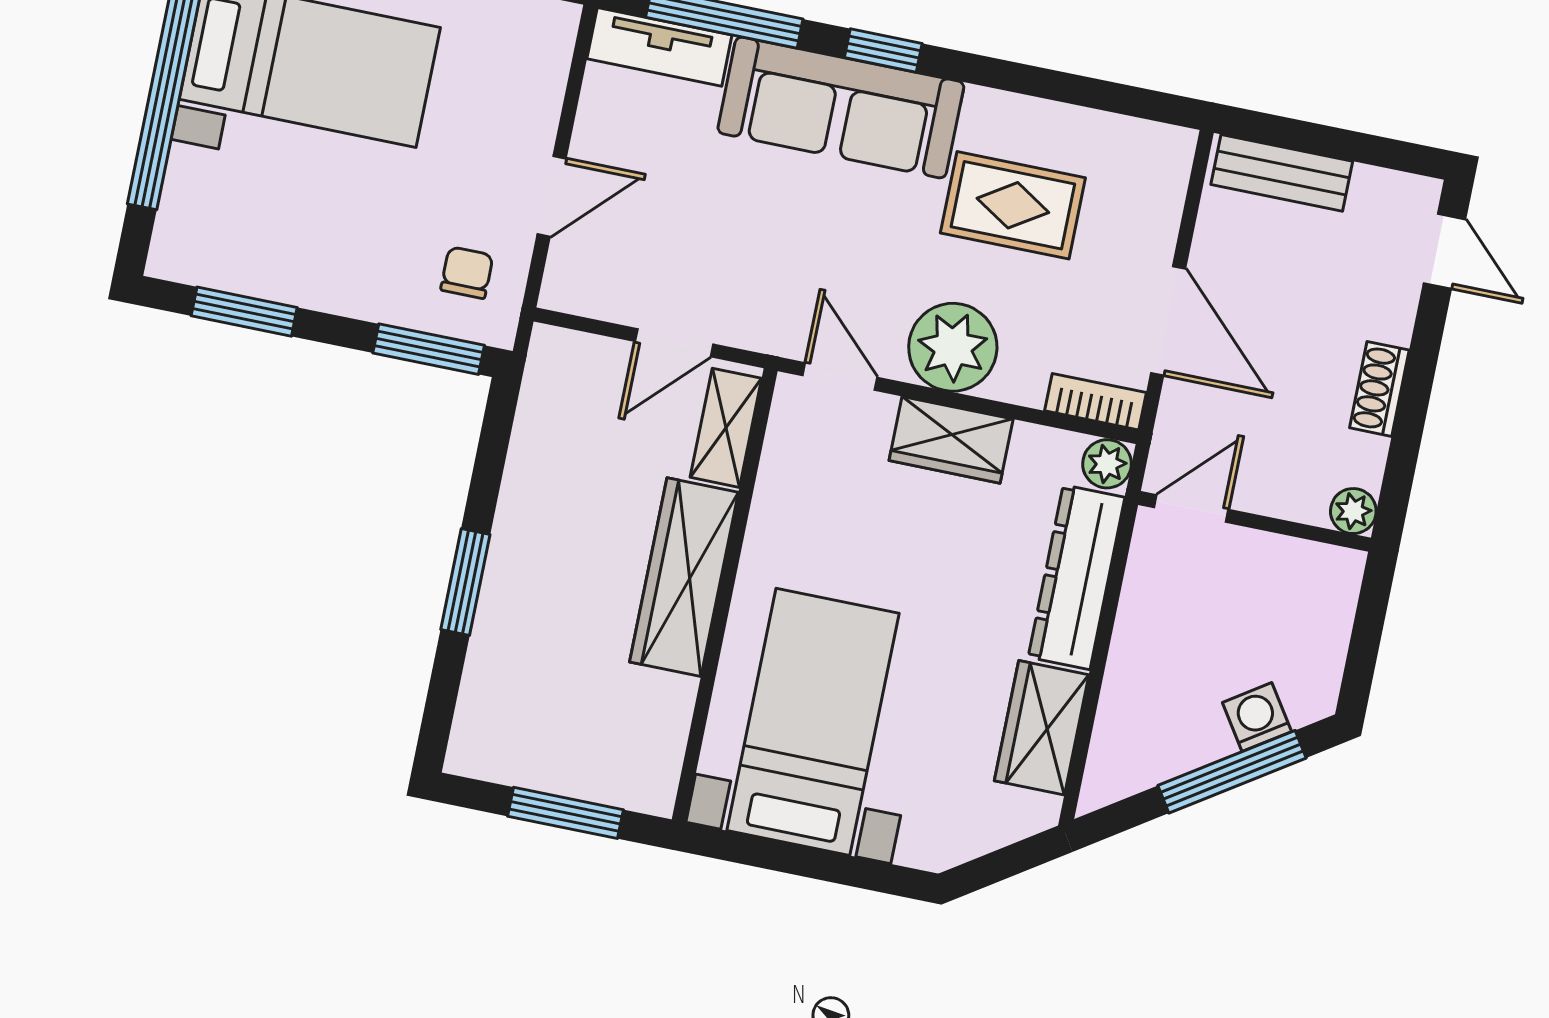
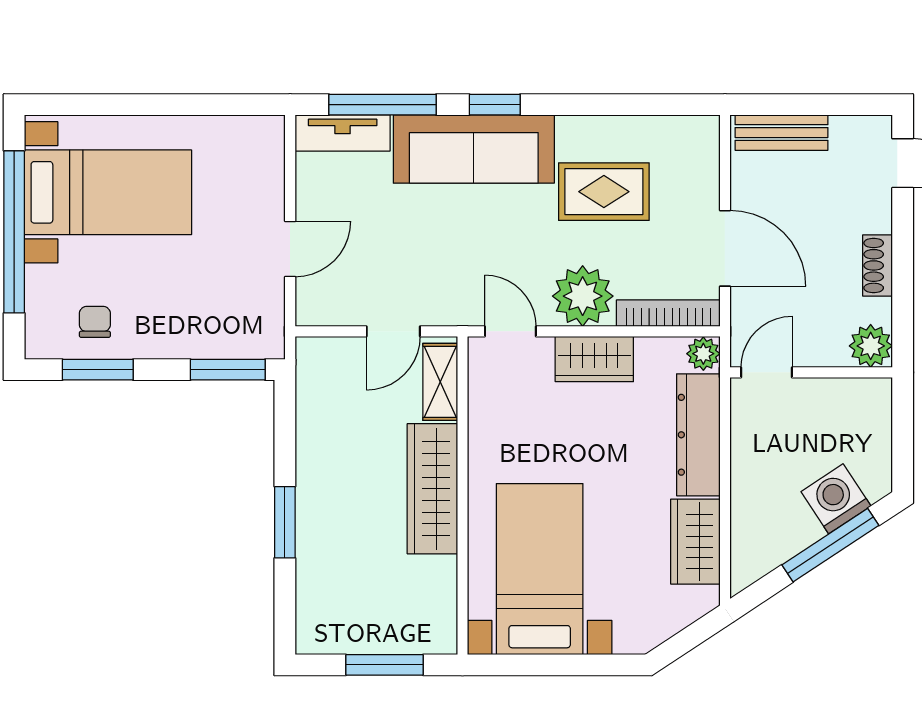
chair: (467, 273) -> (95, 322), moved
bookcase: (1095, 402) -> (668, 313), width x1.56
plant: (1353, 511) -> (871, 346), width x1.38, depth x1.38
washing machine: (1257, 717) -> (836, 499), width x1.38, depth x1.38

